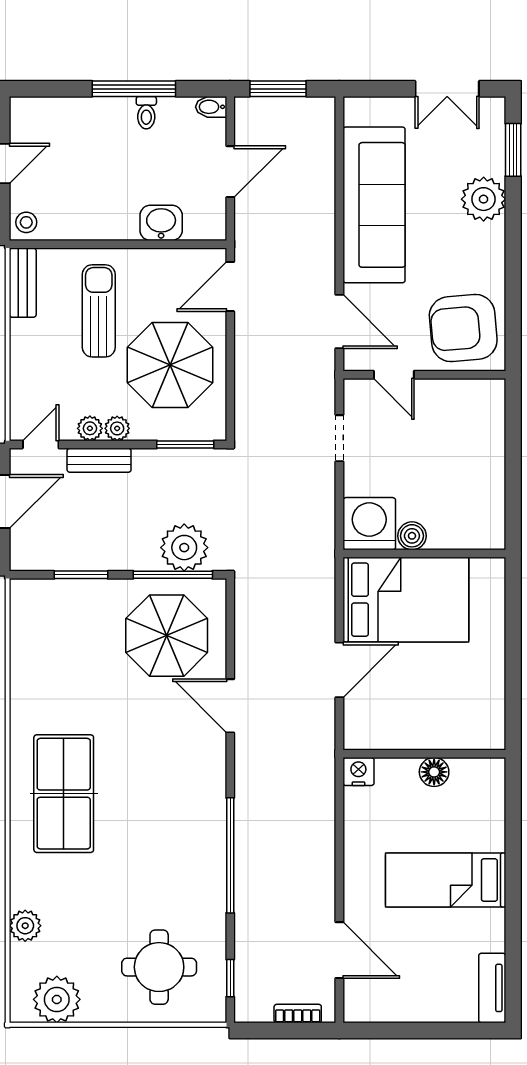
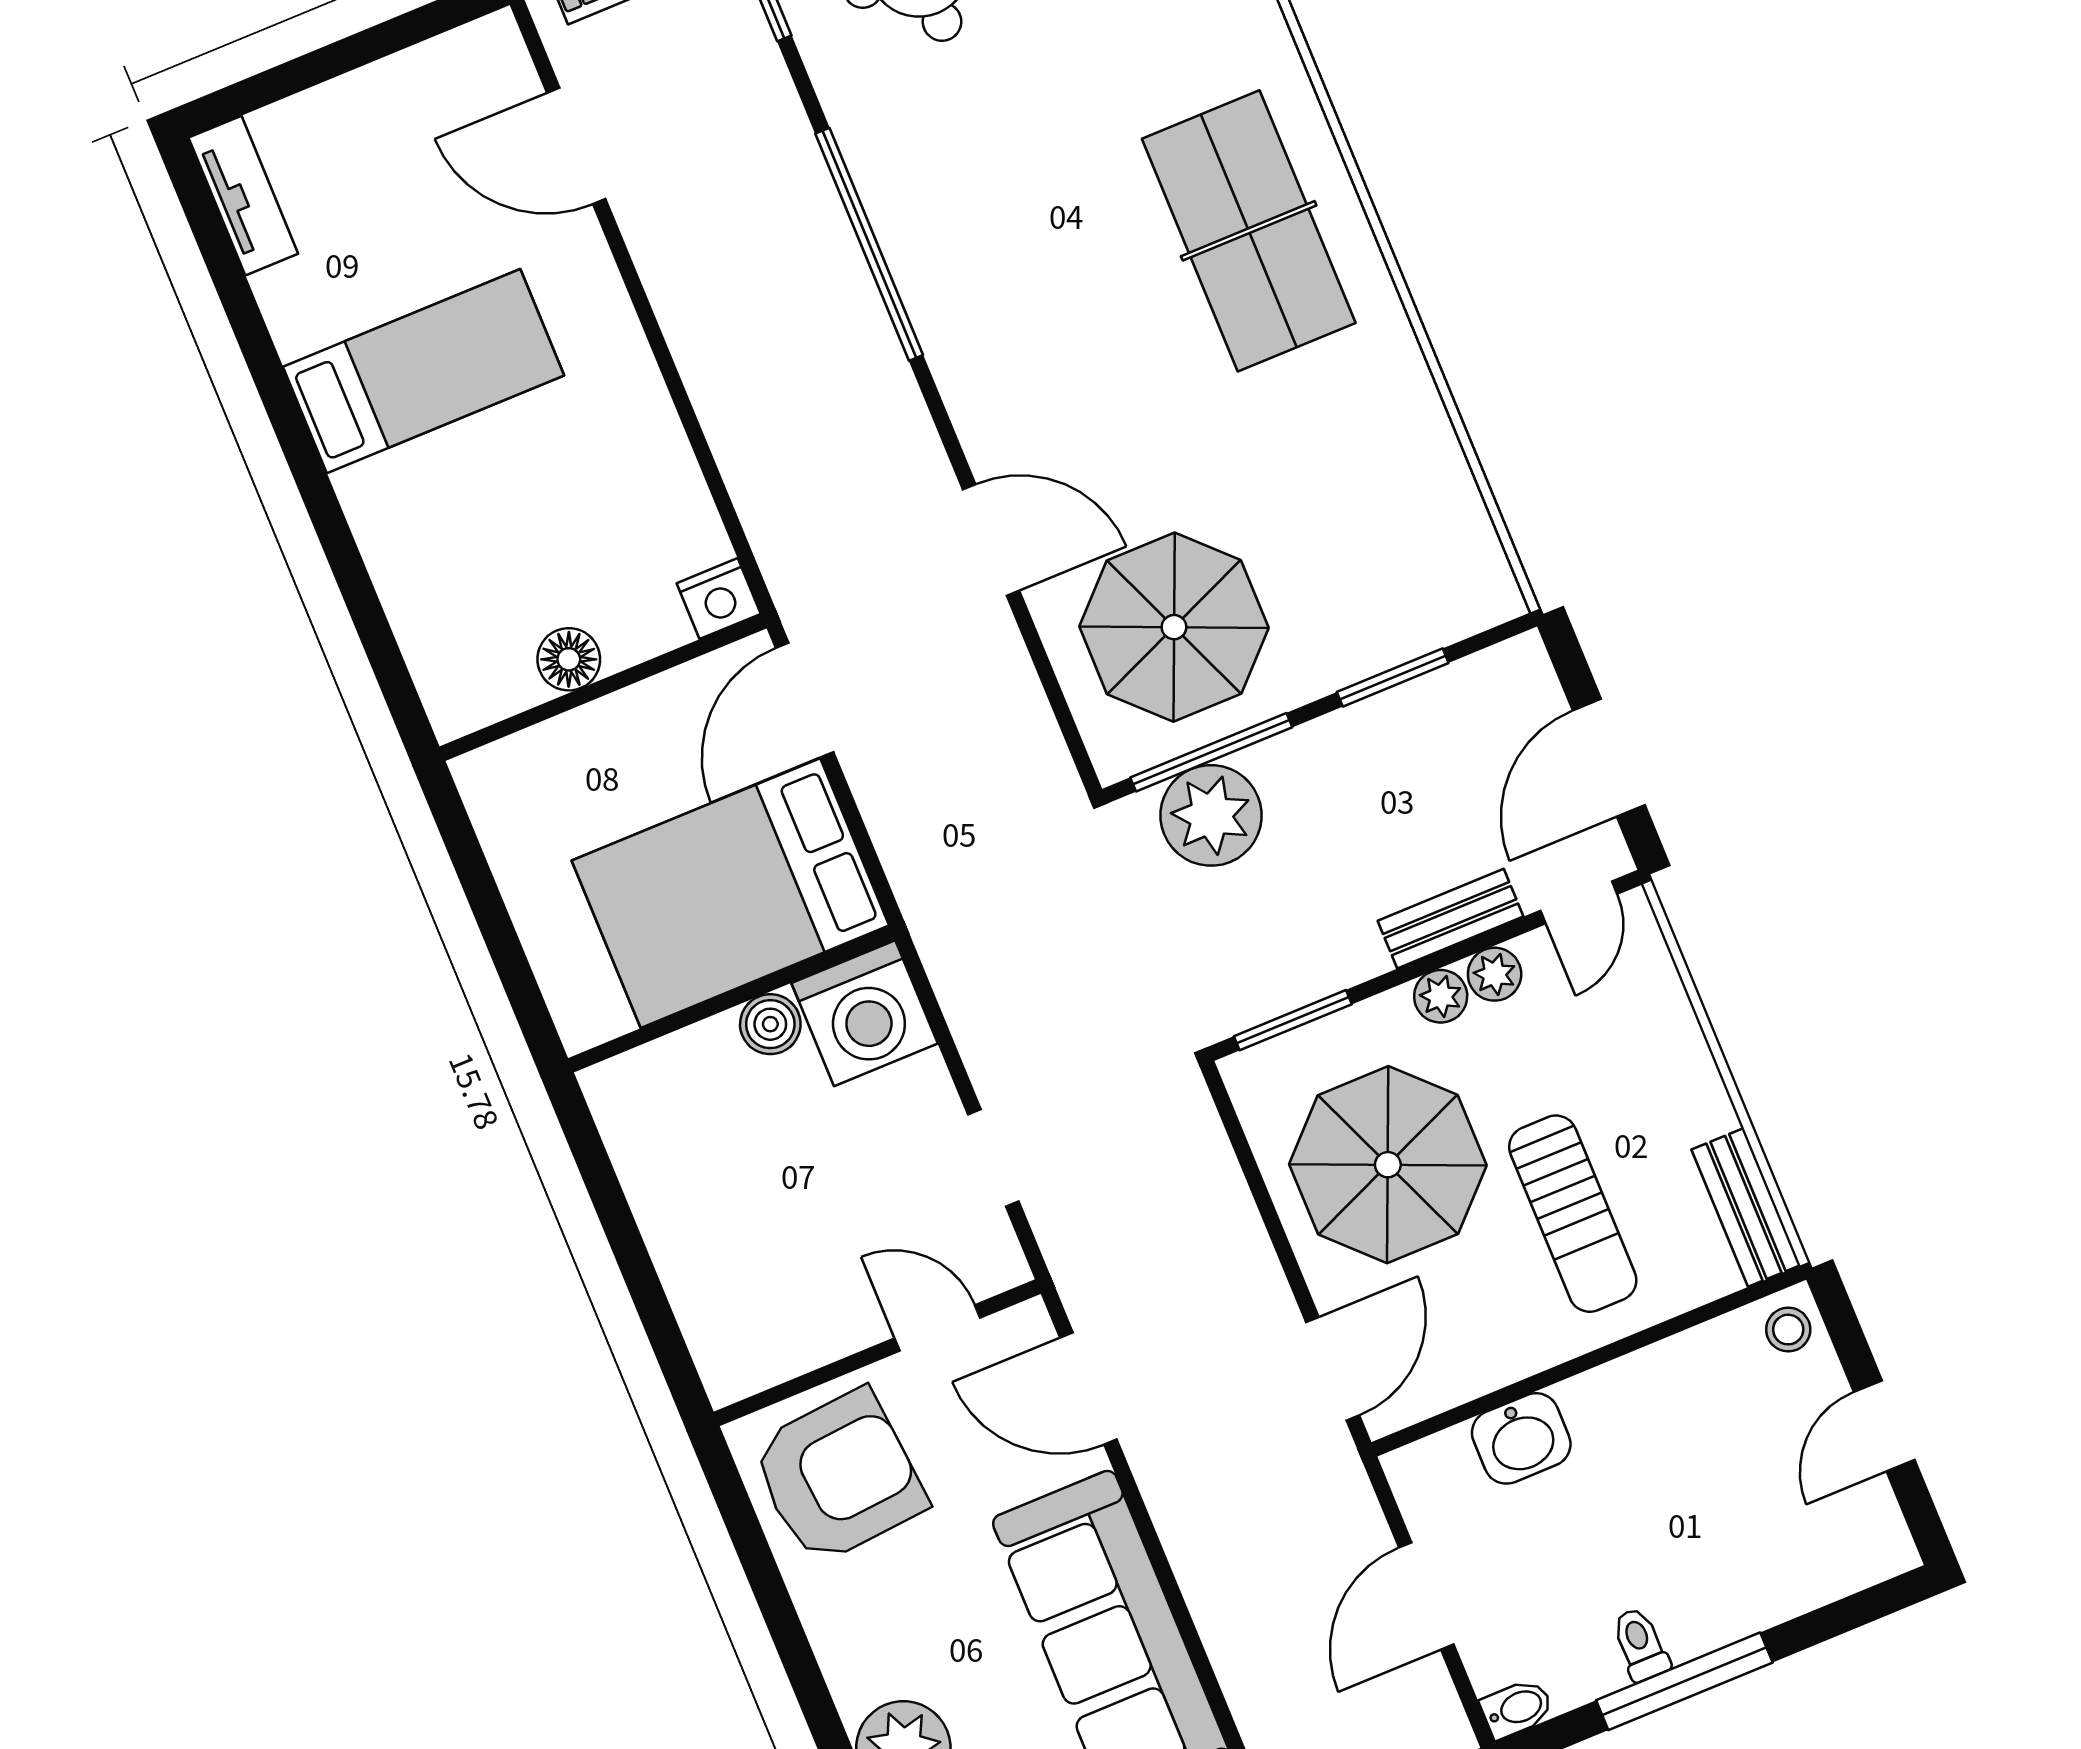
wall: (424, 754) -> (603, 687), moved
nightstand: (358, 772) -> (719, 599), moved
floor lamp: (434, 772) -> (569, 659), moved

